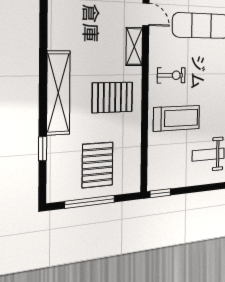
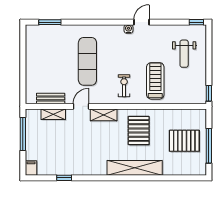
window: (43, 149) -> (171, 178), removed

